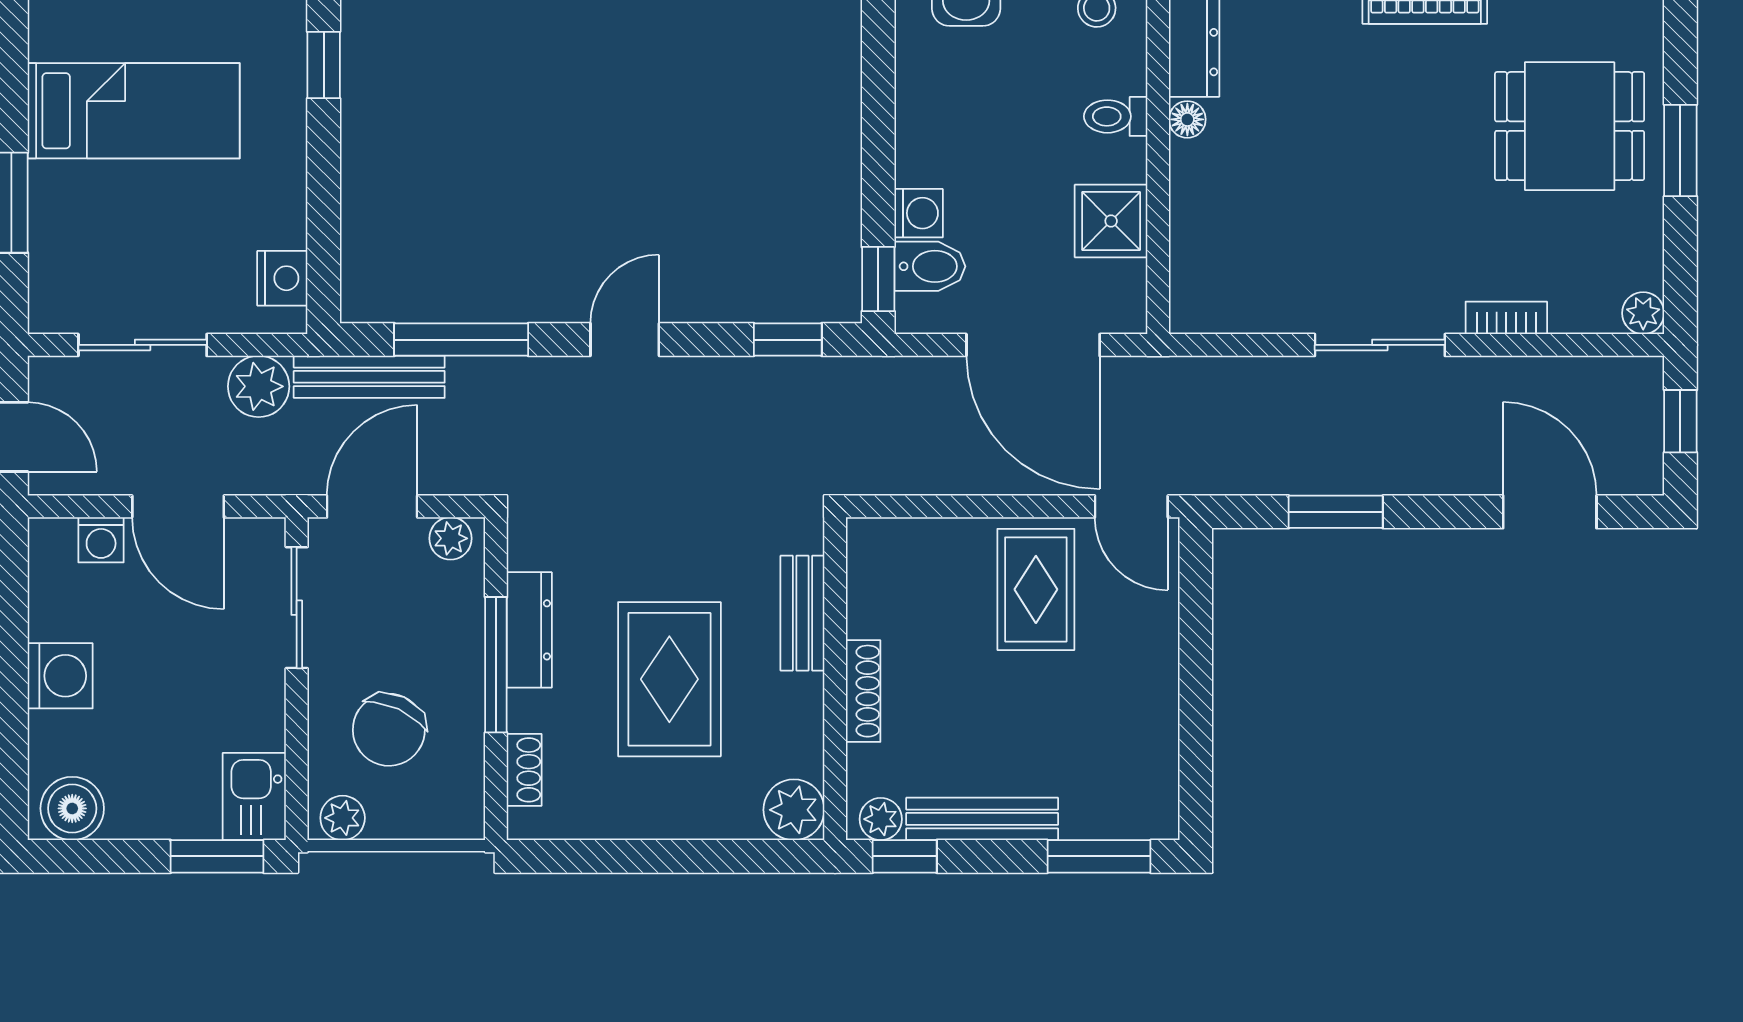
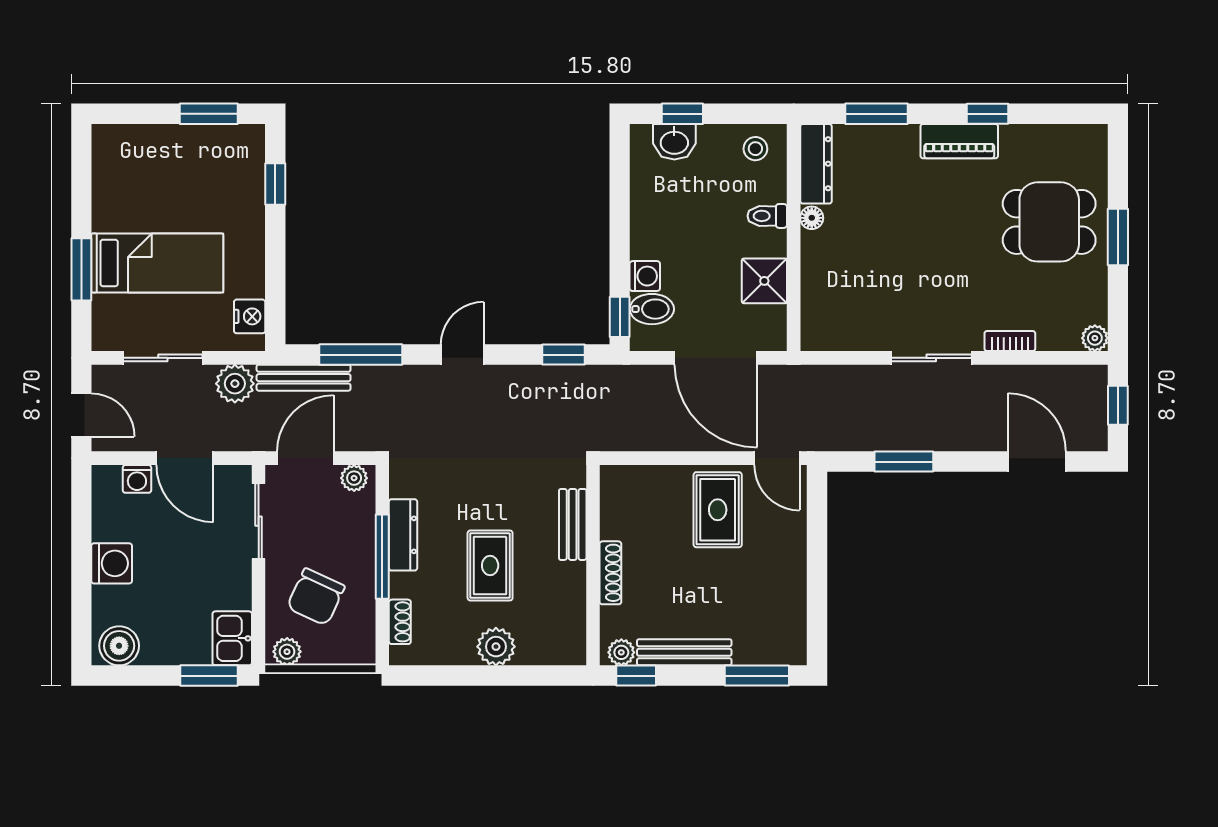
bed: (134, 111) -> (157, 263), moved
rug: (669, 679) -> (490, 565), width x0.73, depth x0.70
plant: (794, 810) -> (496, 647), moved

